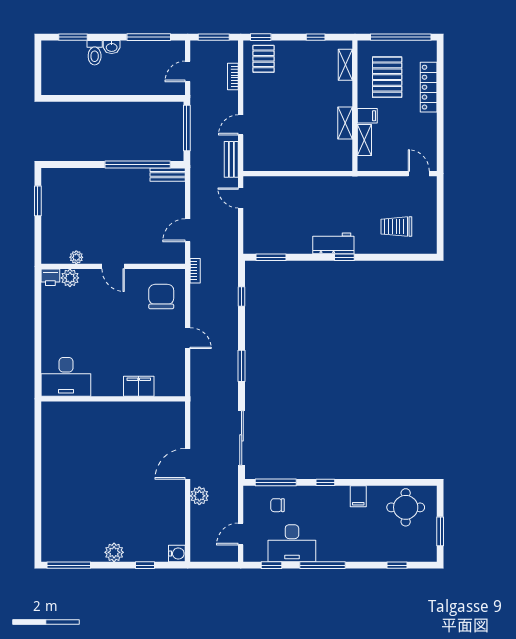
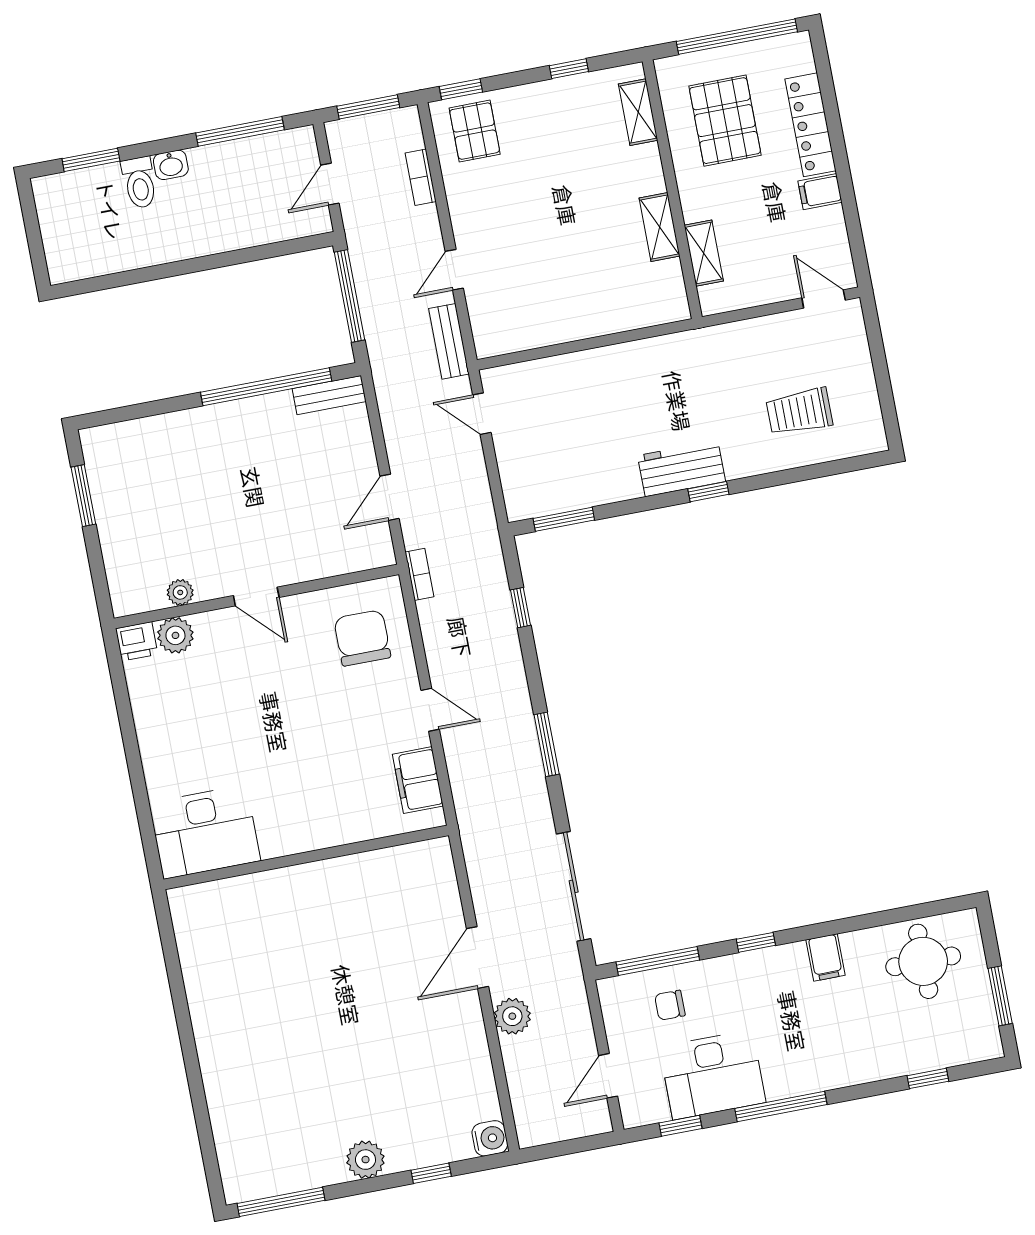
filing cabinet: (367, 116) -> (820, 192), moved, turned 180
filing cabinet: (139, 386) -> (418, 780), moved, turned -90

